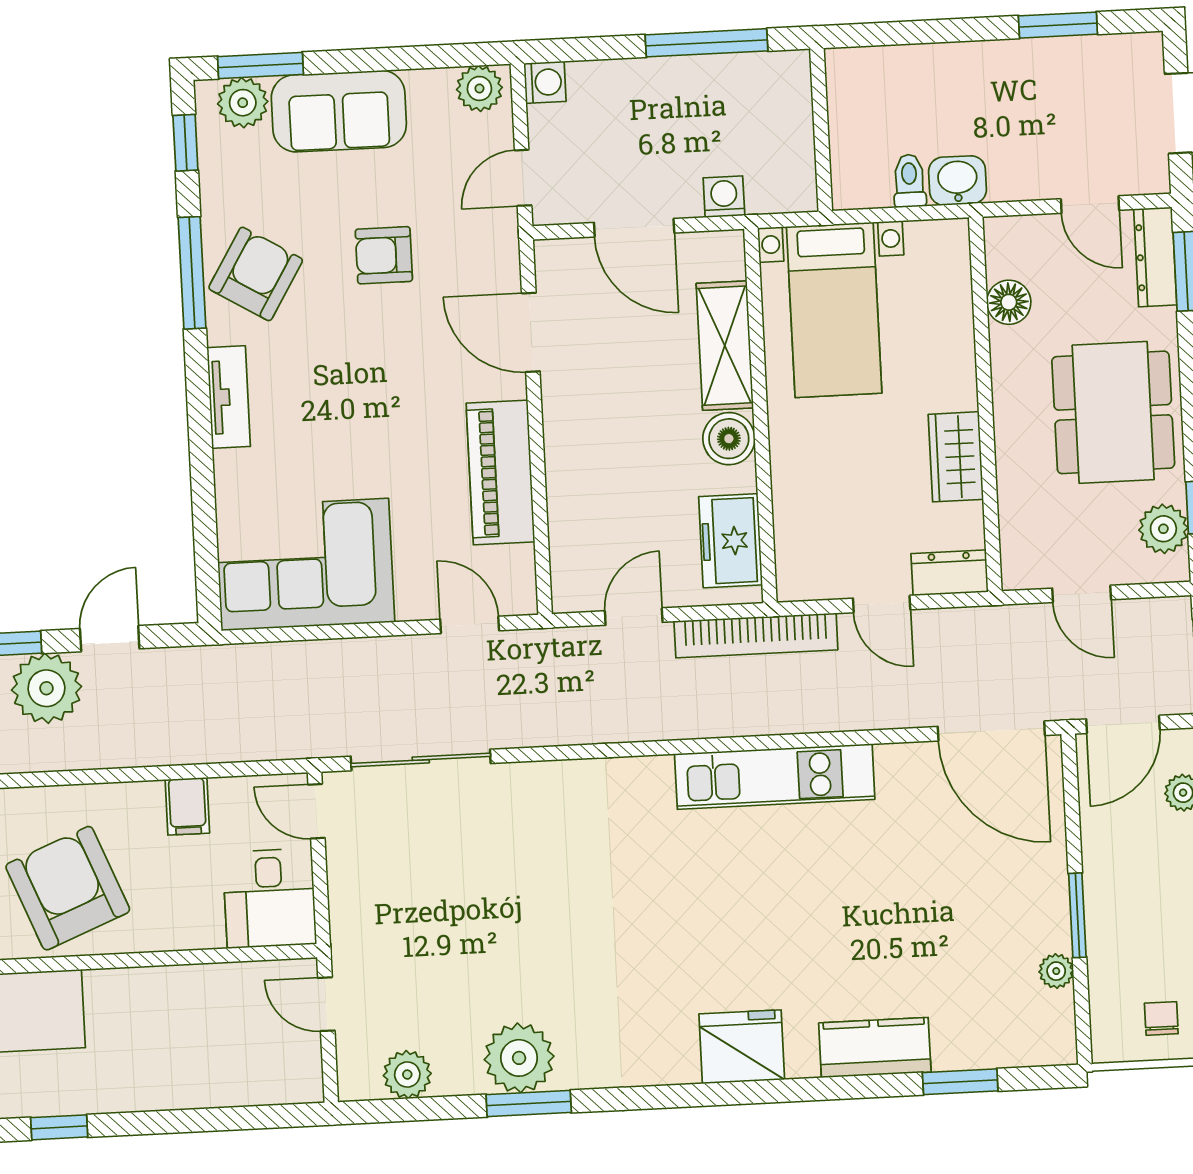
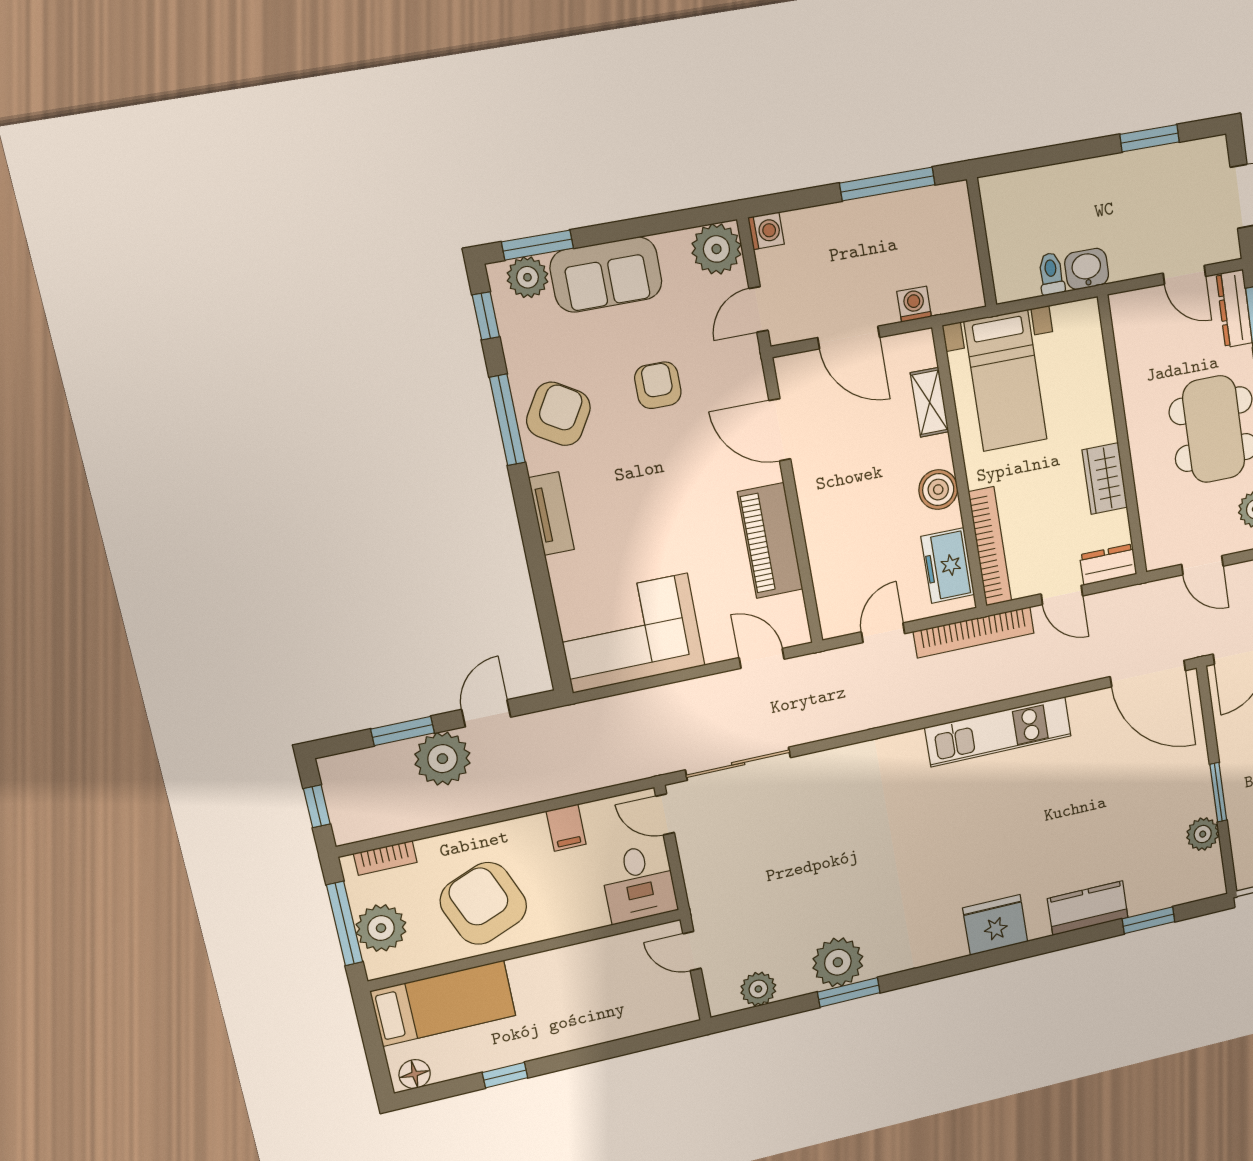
plant: (479, 88) -> (716, 249), width x1.36, depth x1.36
armchair: (384, 255) -> (658, 385), turned 90
floor lamp: (1009, 302) -> (1132, 357), removed
shelving: (725, 346) -> (930, 402), width x0.67, depth x0.75
bookcase: (790, 524) -> (990, 547), added
plant: (1056, 971) -> (1203, 834), width x1.38, depth x1.38

